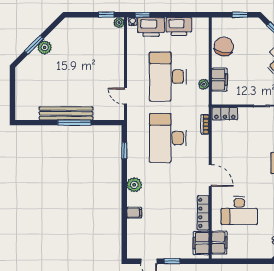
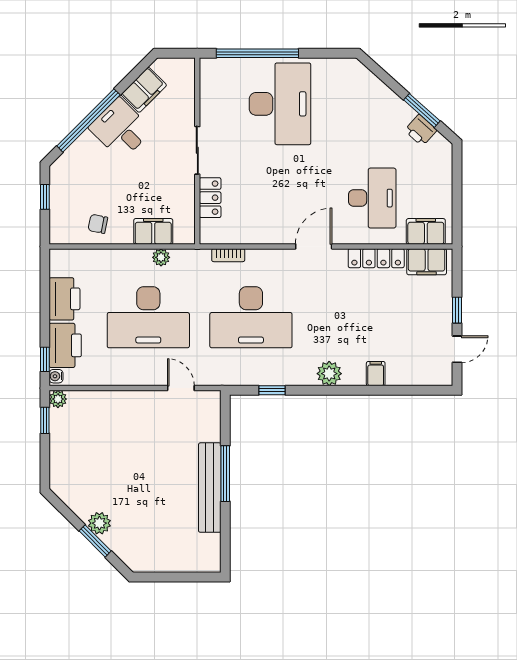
chair: (224, 46) -> (98, 224), width x0.54, depth x0.54
door: (126, 96) -> (181, 388), swing flipped
locker: (225, 114) -> (210, 198), moved

